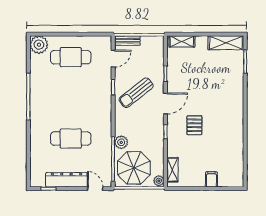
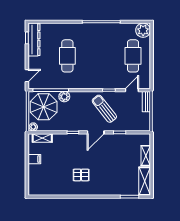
shelving: (182, 41) -> (146, 156), moved
door: (113, 59) -> (132, 90), swing flipped
door: (165, 103) -> (96, 132), hinge flipped
pallet: (194, 125) -> (81, 175), moved
filing cabinet: (211, 179) -> (34, 159), moved
dresser: (66, 180) -> (34, 40), moved

